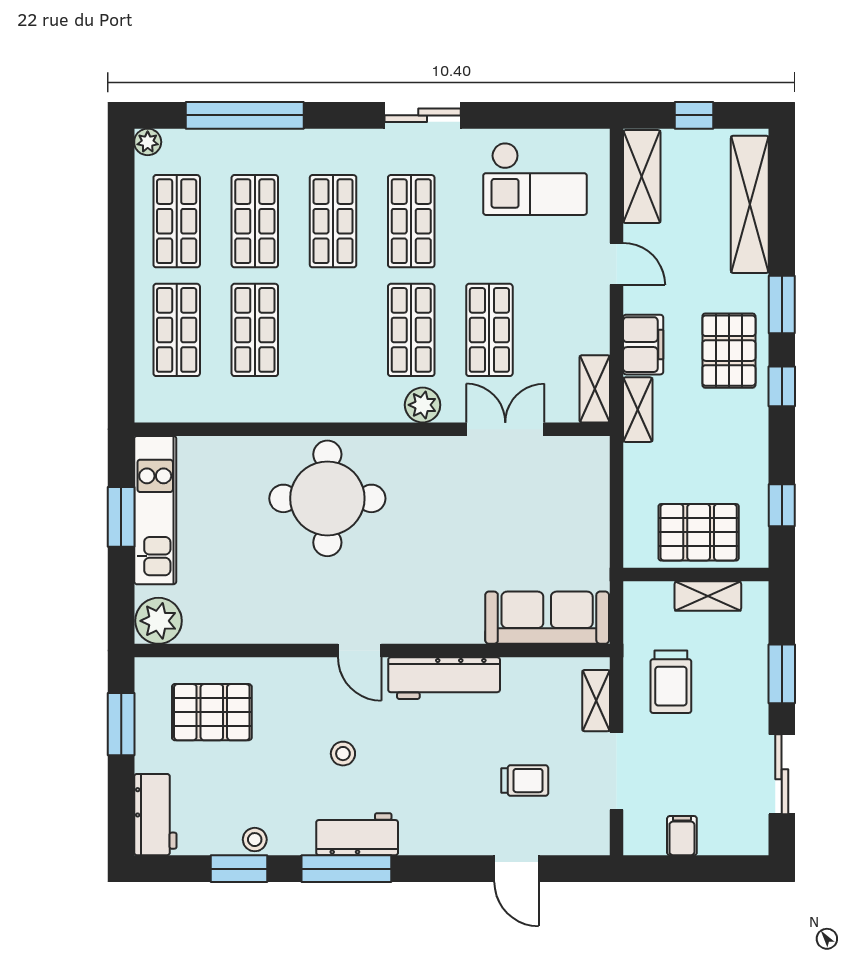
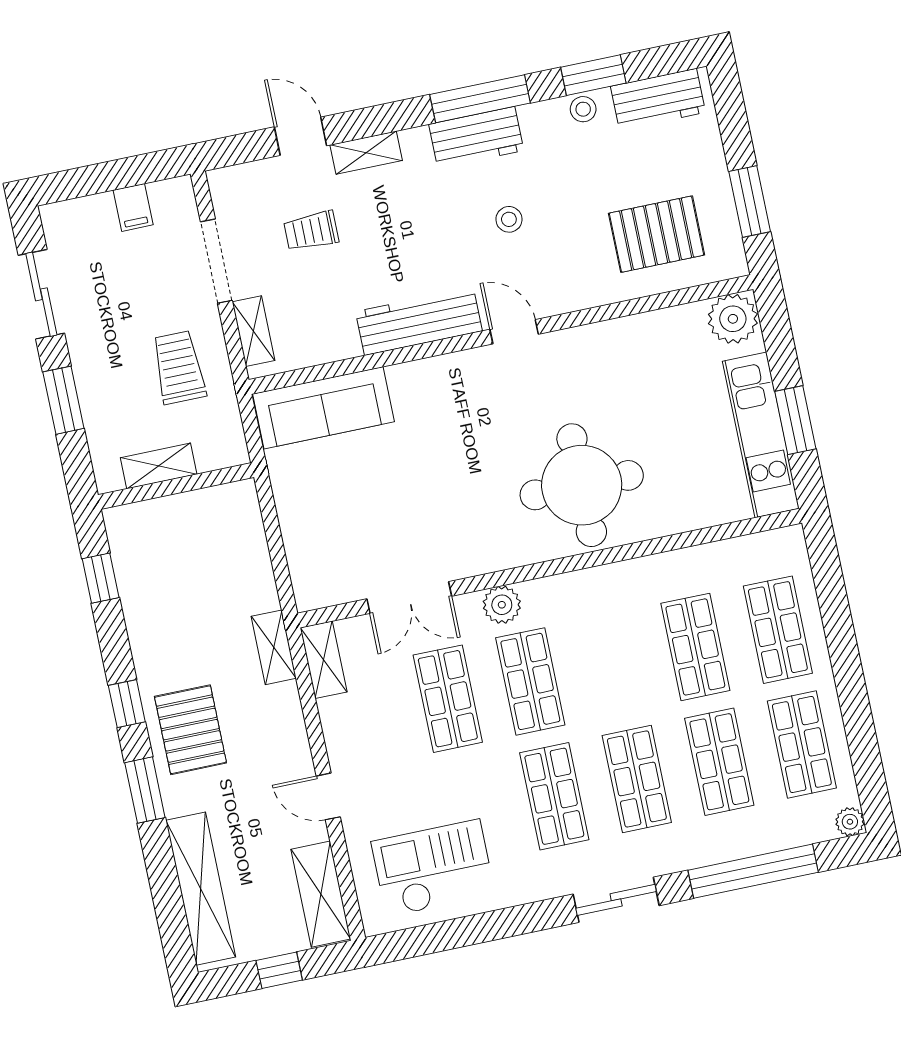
sliding door: (423, 115) -> (616, 900), moved
filing cabinet: (643, 345) -> (282, 717), removed
pallet: (699, 532) -> (182, 531), removed
workbench: (155, 815) -> (658, 99), moved, turned -90
shelving: (460, 841) -> (366, 153), added

